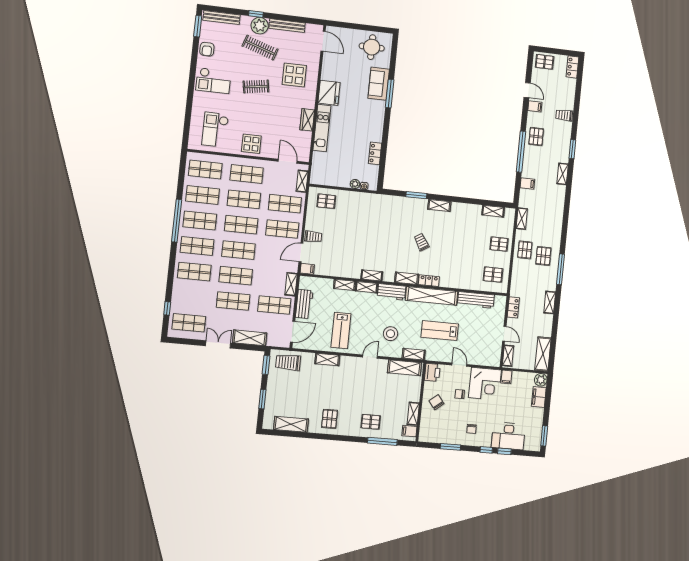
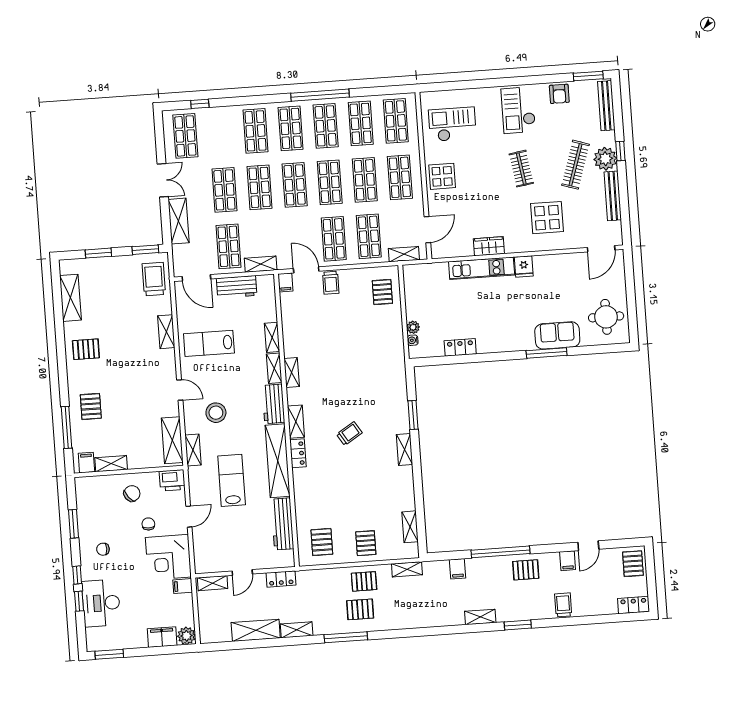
armchair: (207, 49) -> (559, 94), turned -90
fridge: (329, 93) -> (524, 266), width x0.53, depth x0.75
shelving: (543, 354) -> (256, 630), moved

